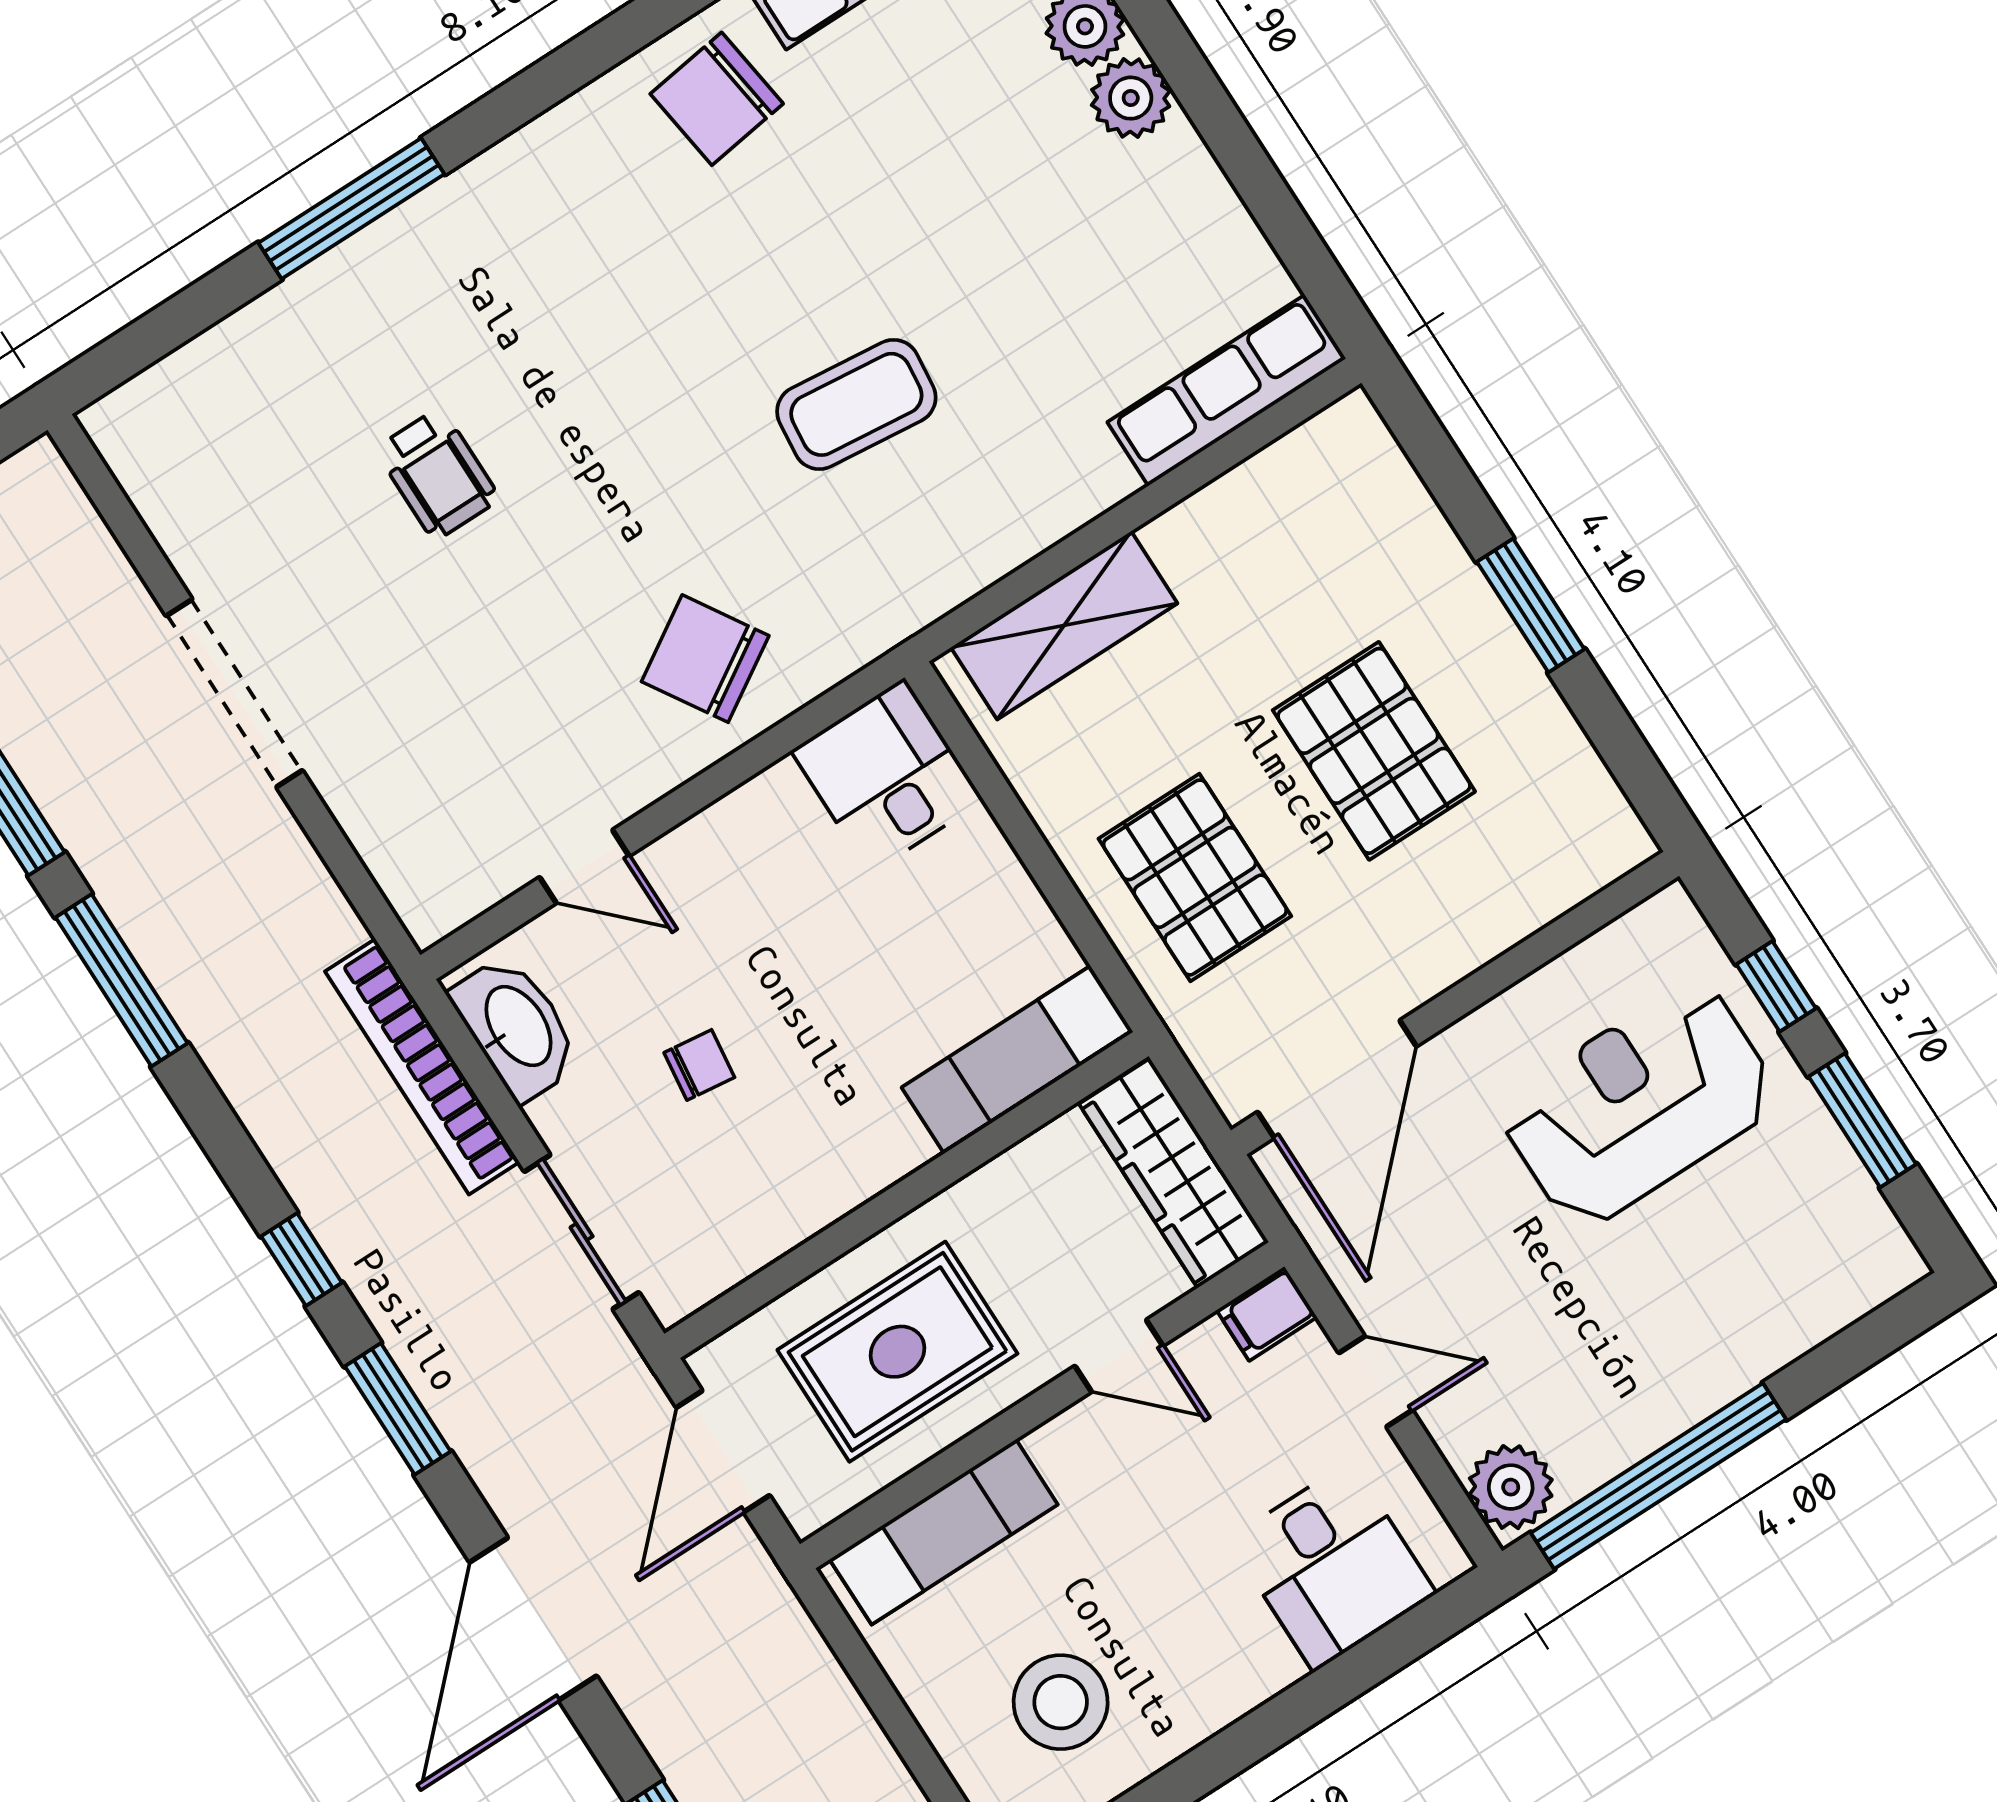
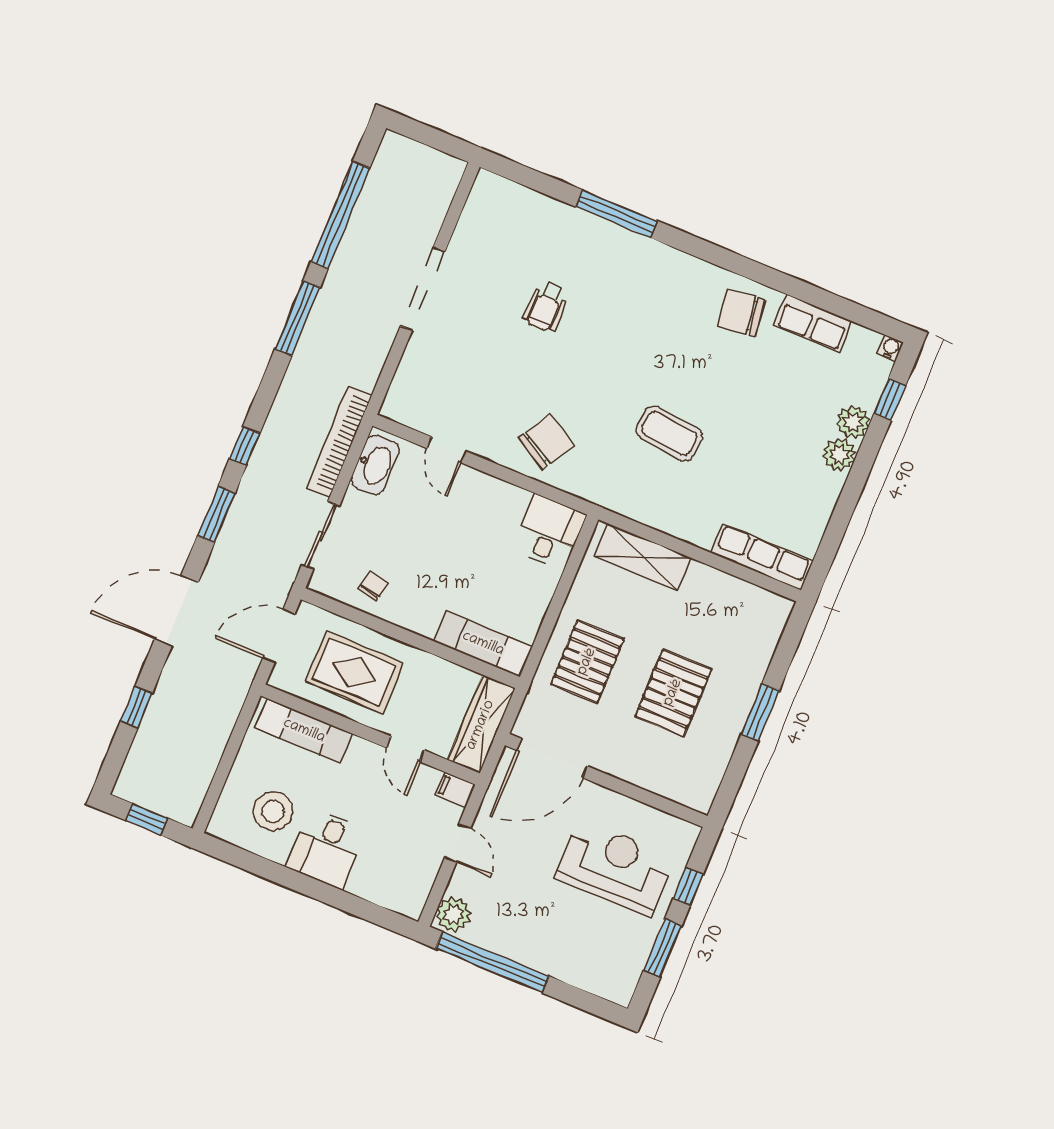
chair: (705, 659) -> (546, 442), turned 62
chair: (699, 1065) -> (373, 586), moved, turned -86
desk: (1332, 1566) -> (327, 848), moved

